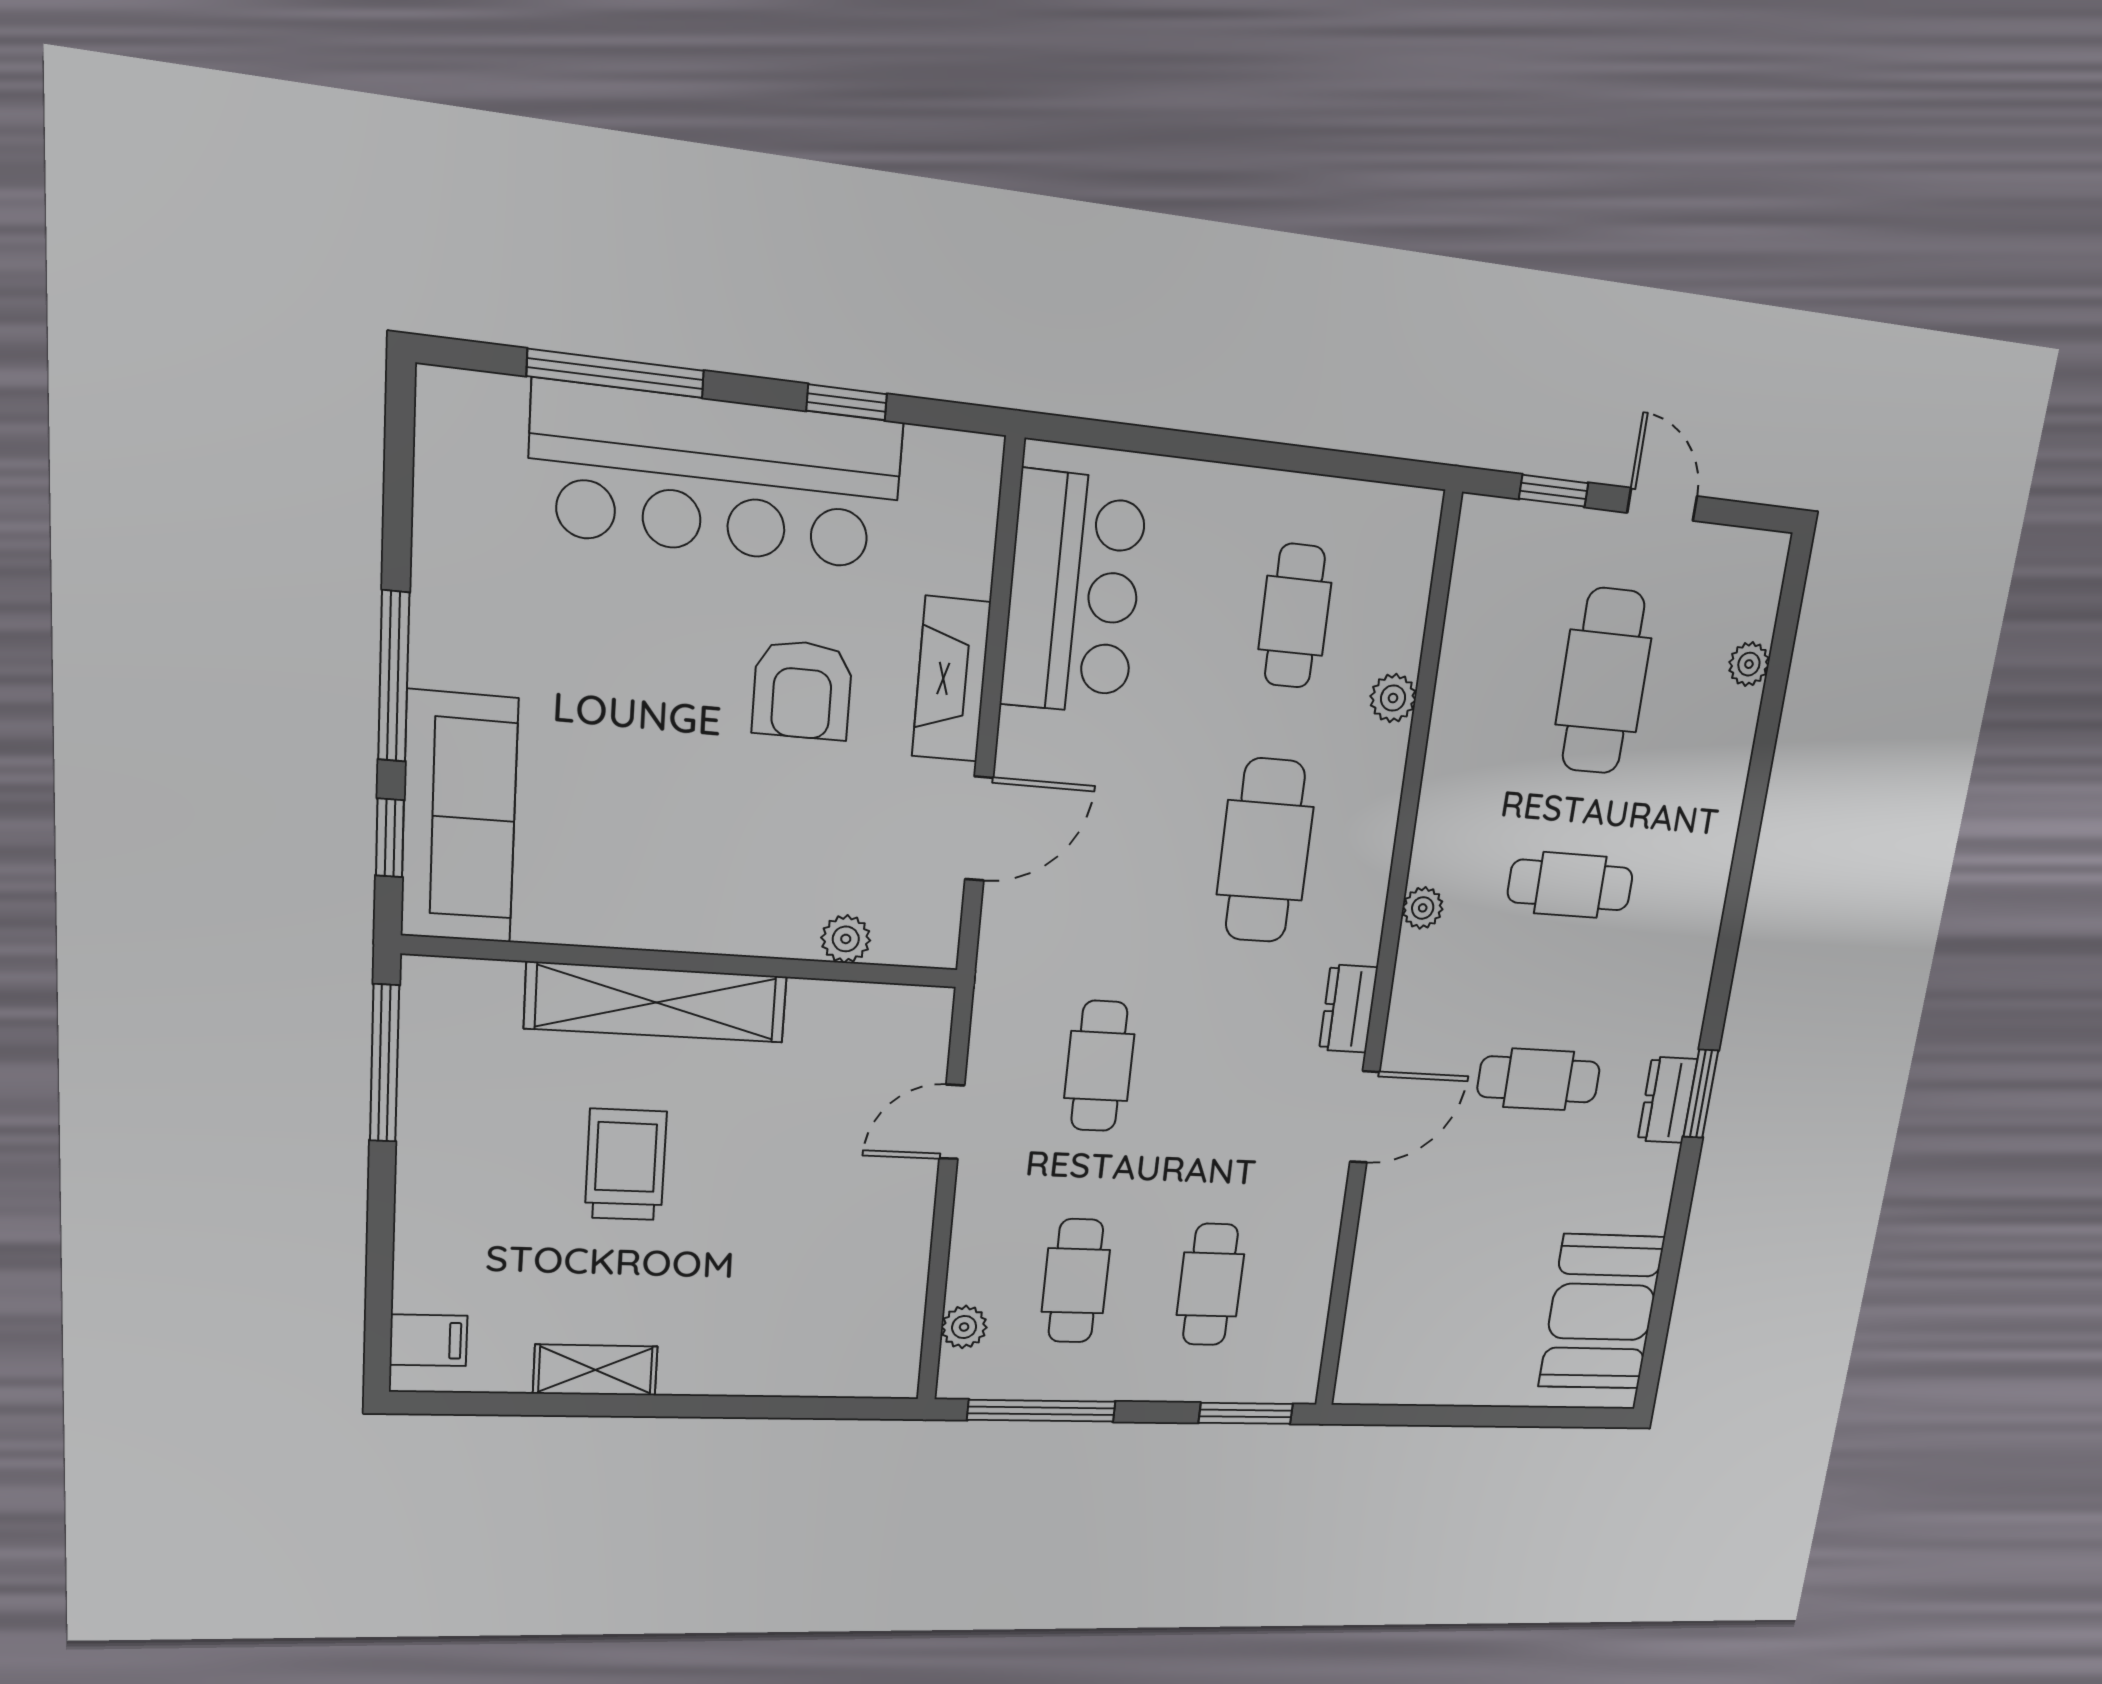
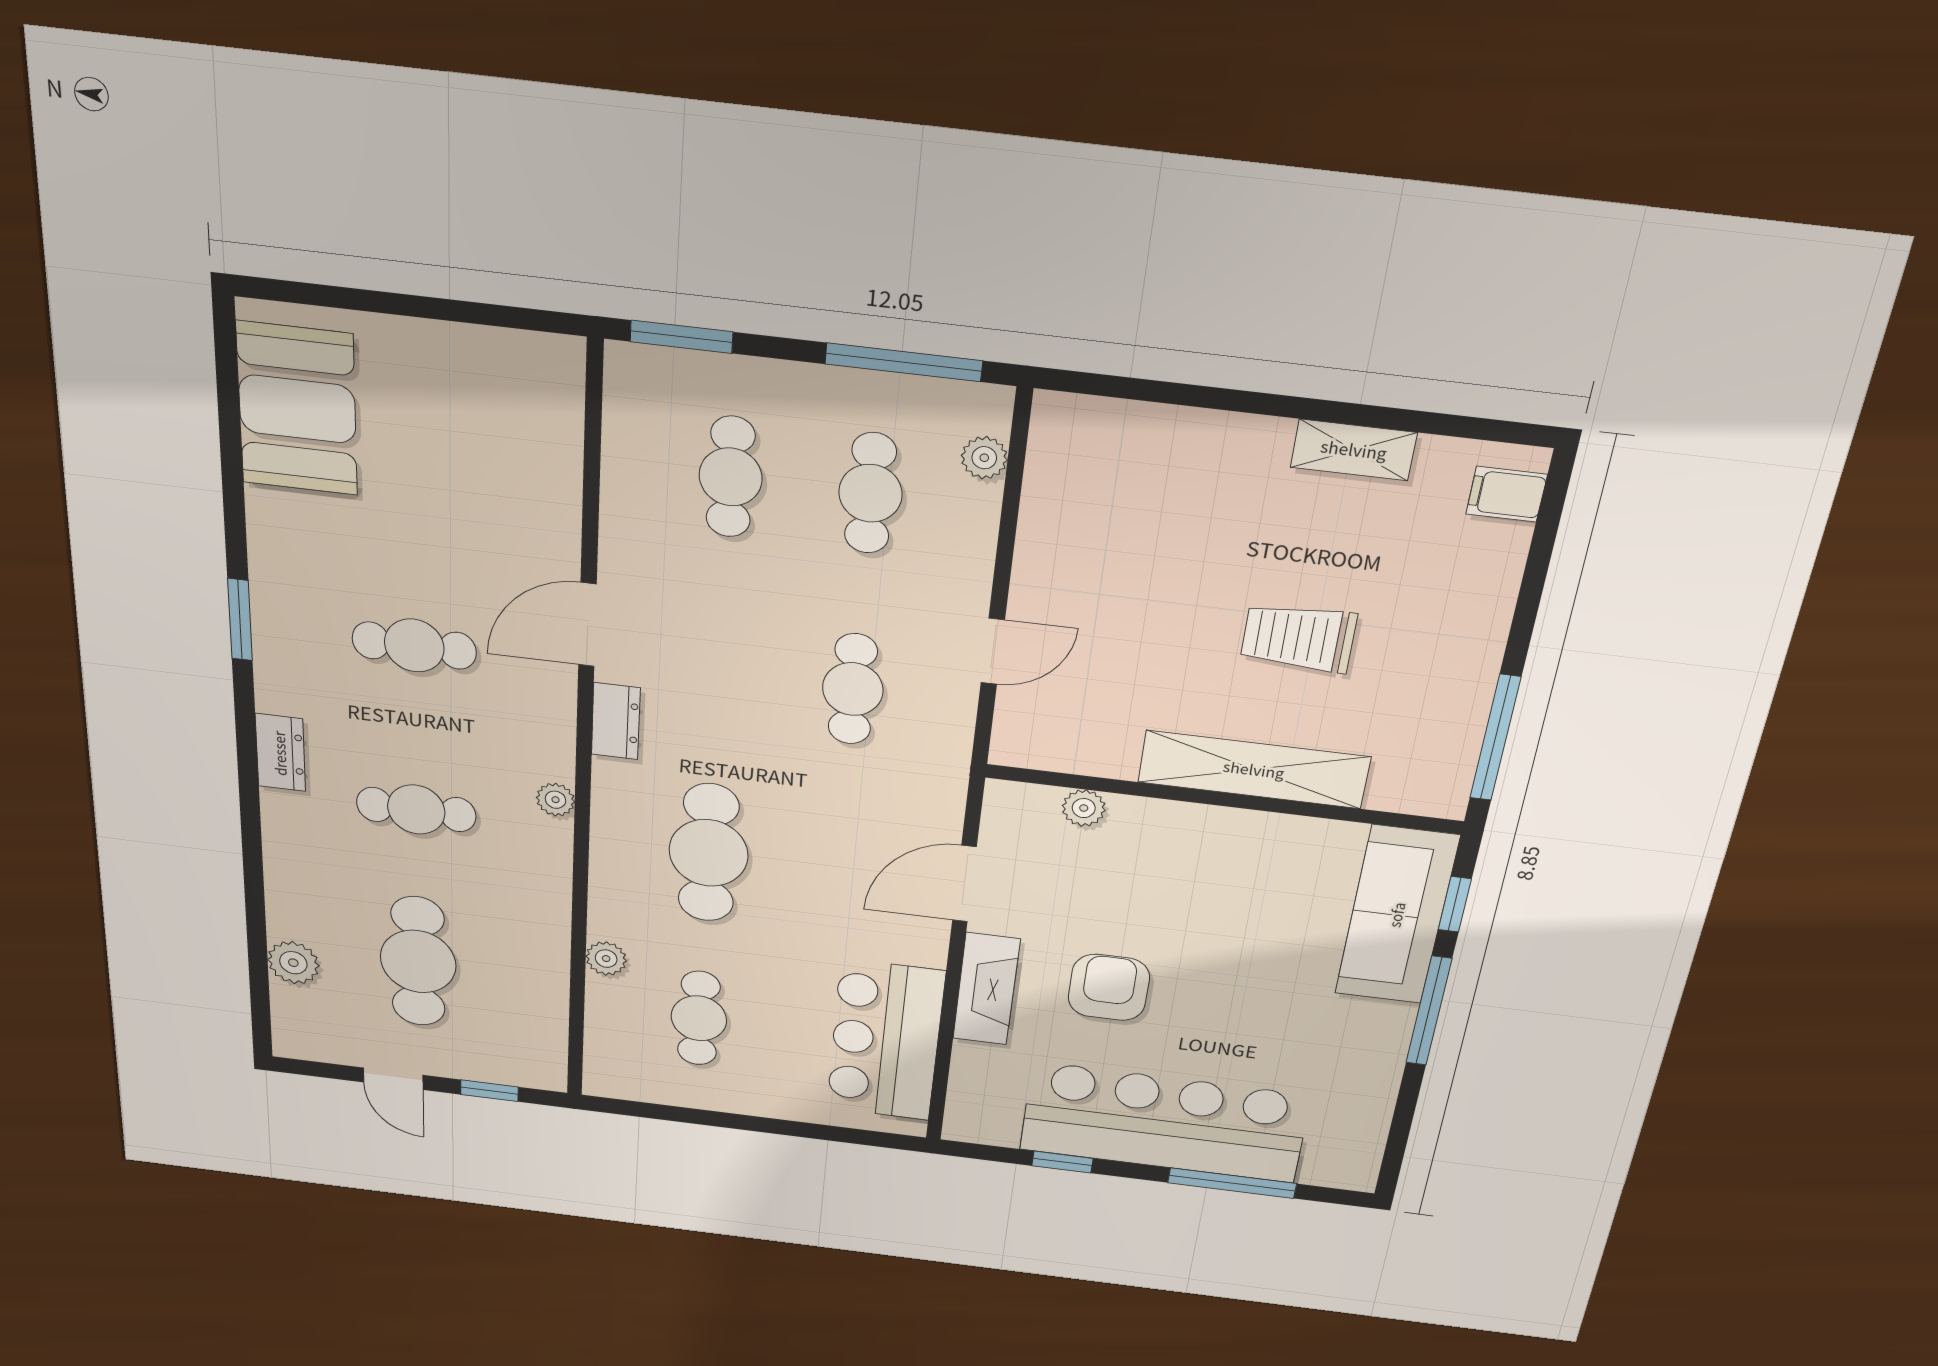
plant: (1749, 664) -> (293, 963), width x1.38, depth x1.38
dresser: (1667, 1100) -> (280, 753), moved
trolley: (626, 1165) -> (1299, 638), turned 90

